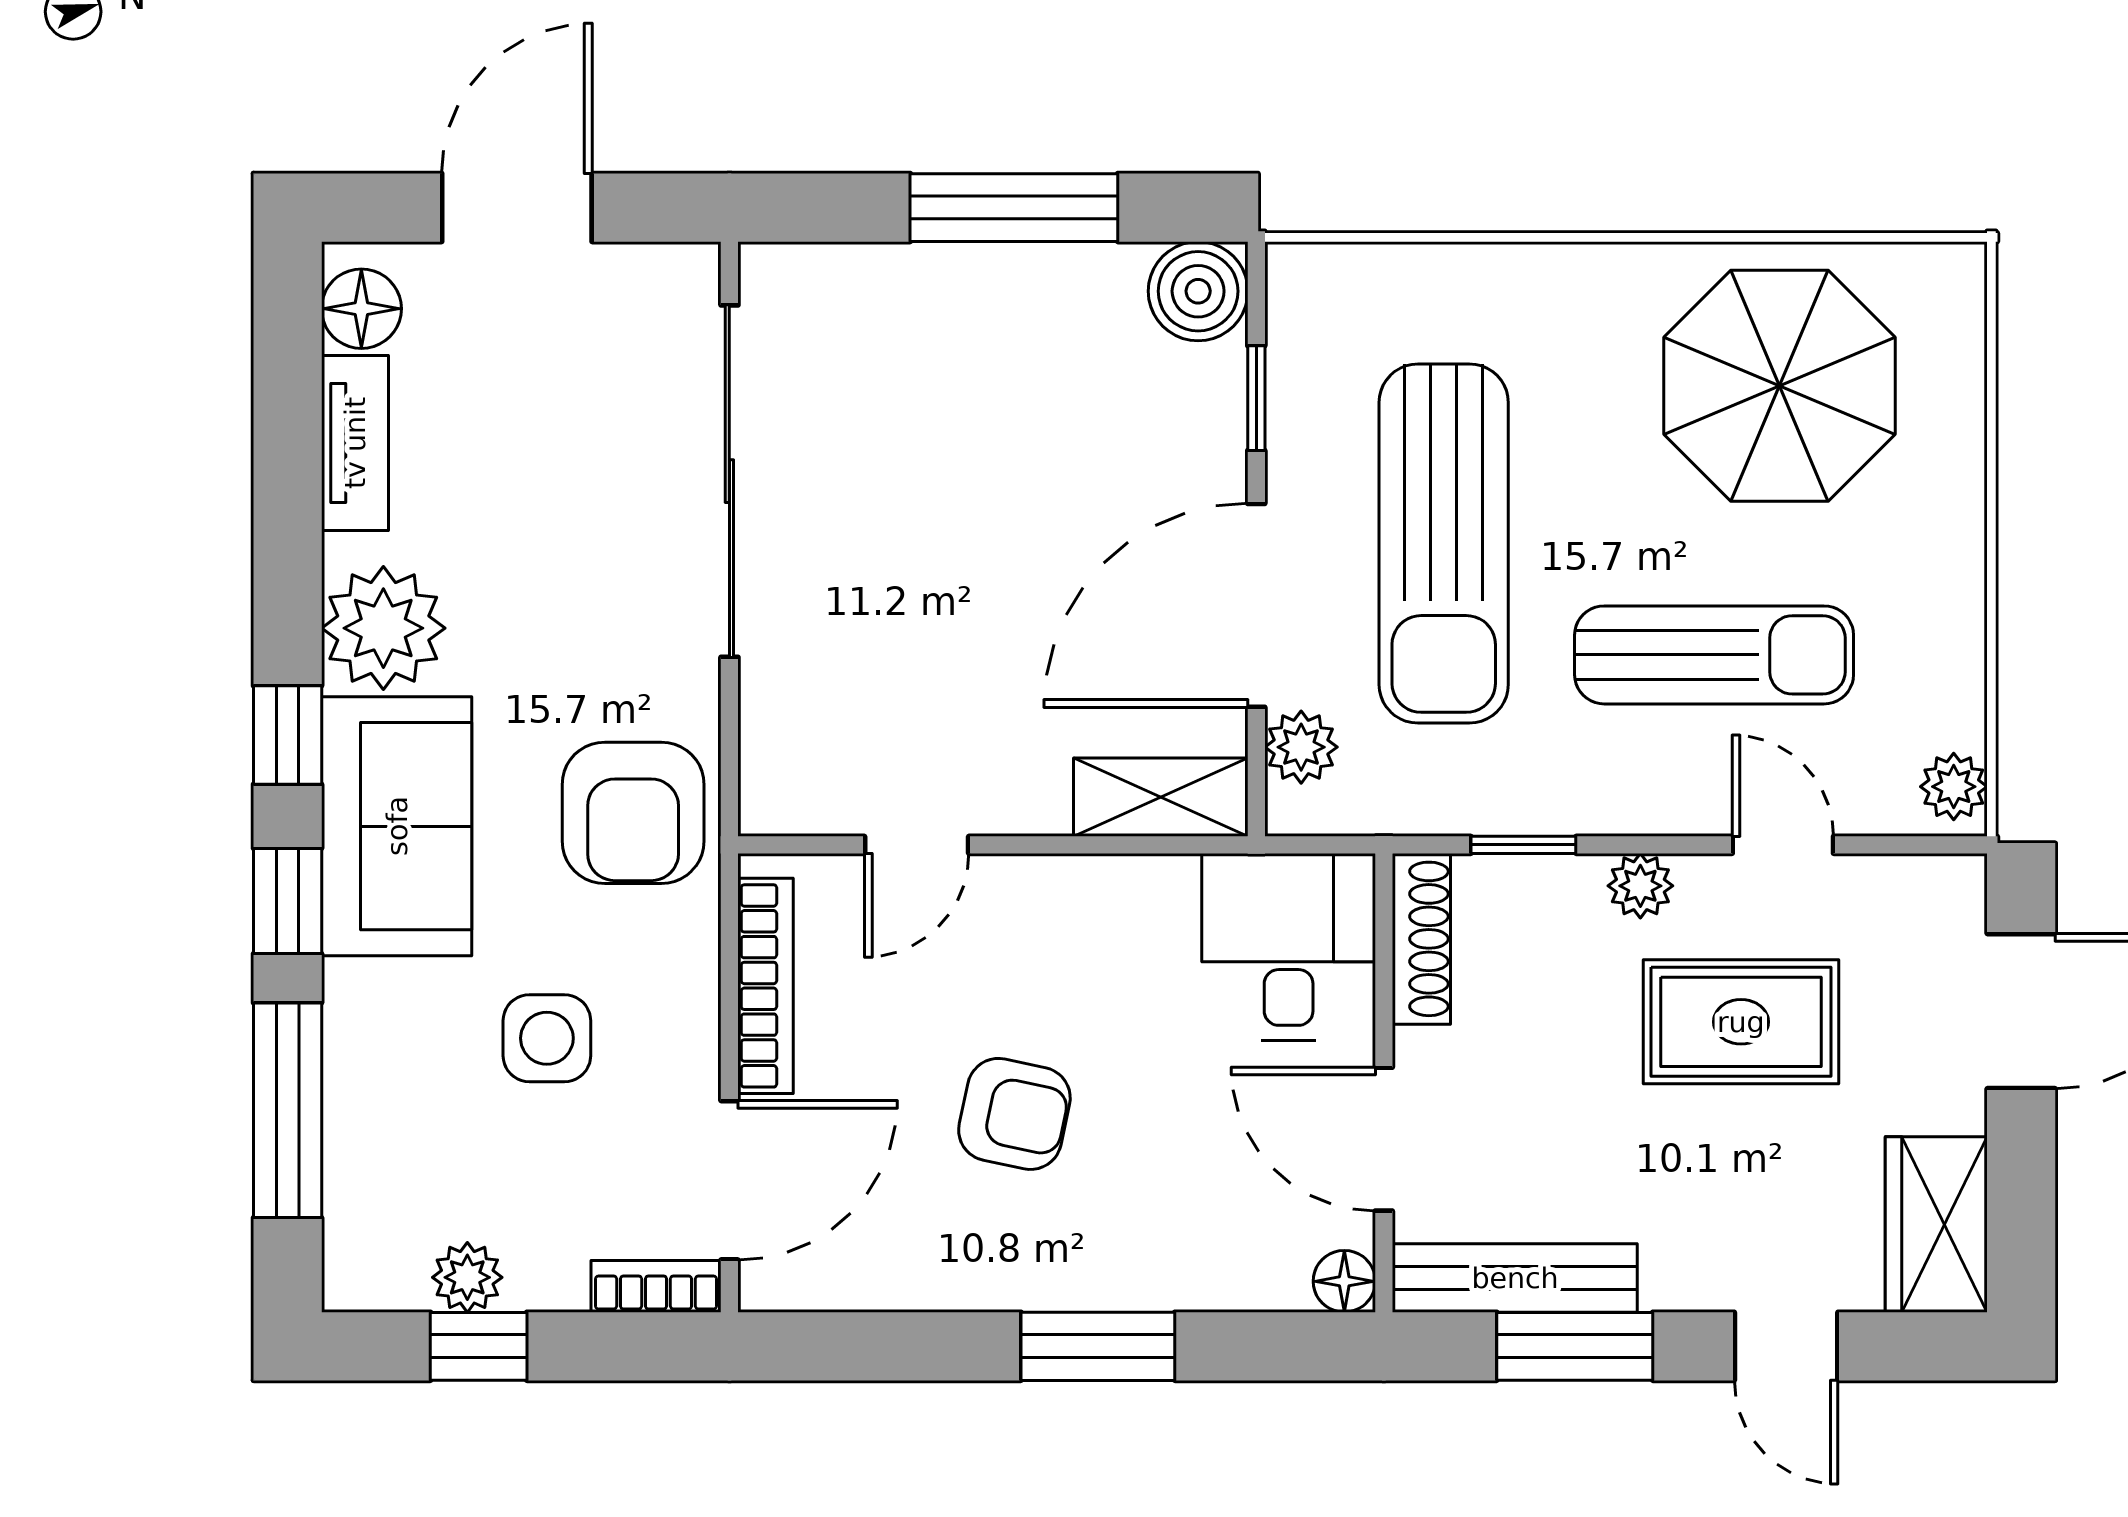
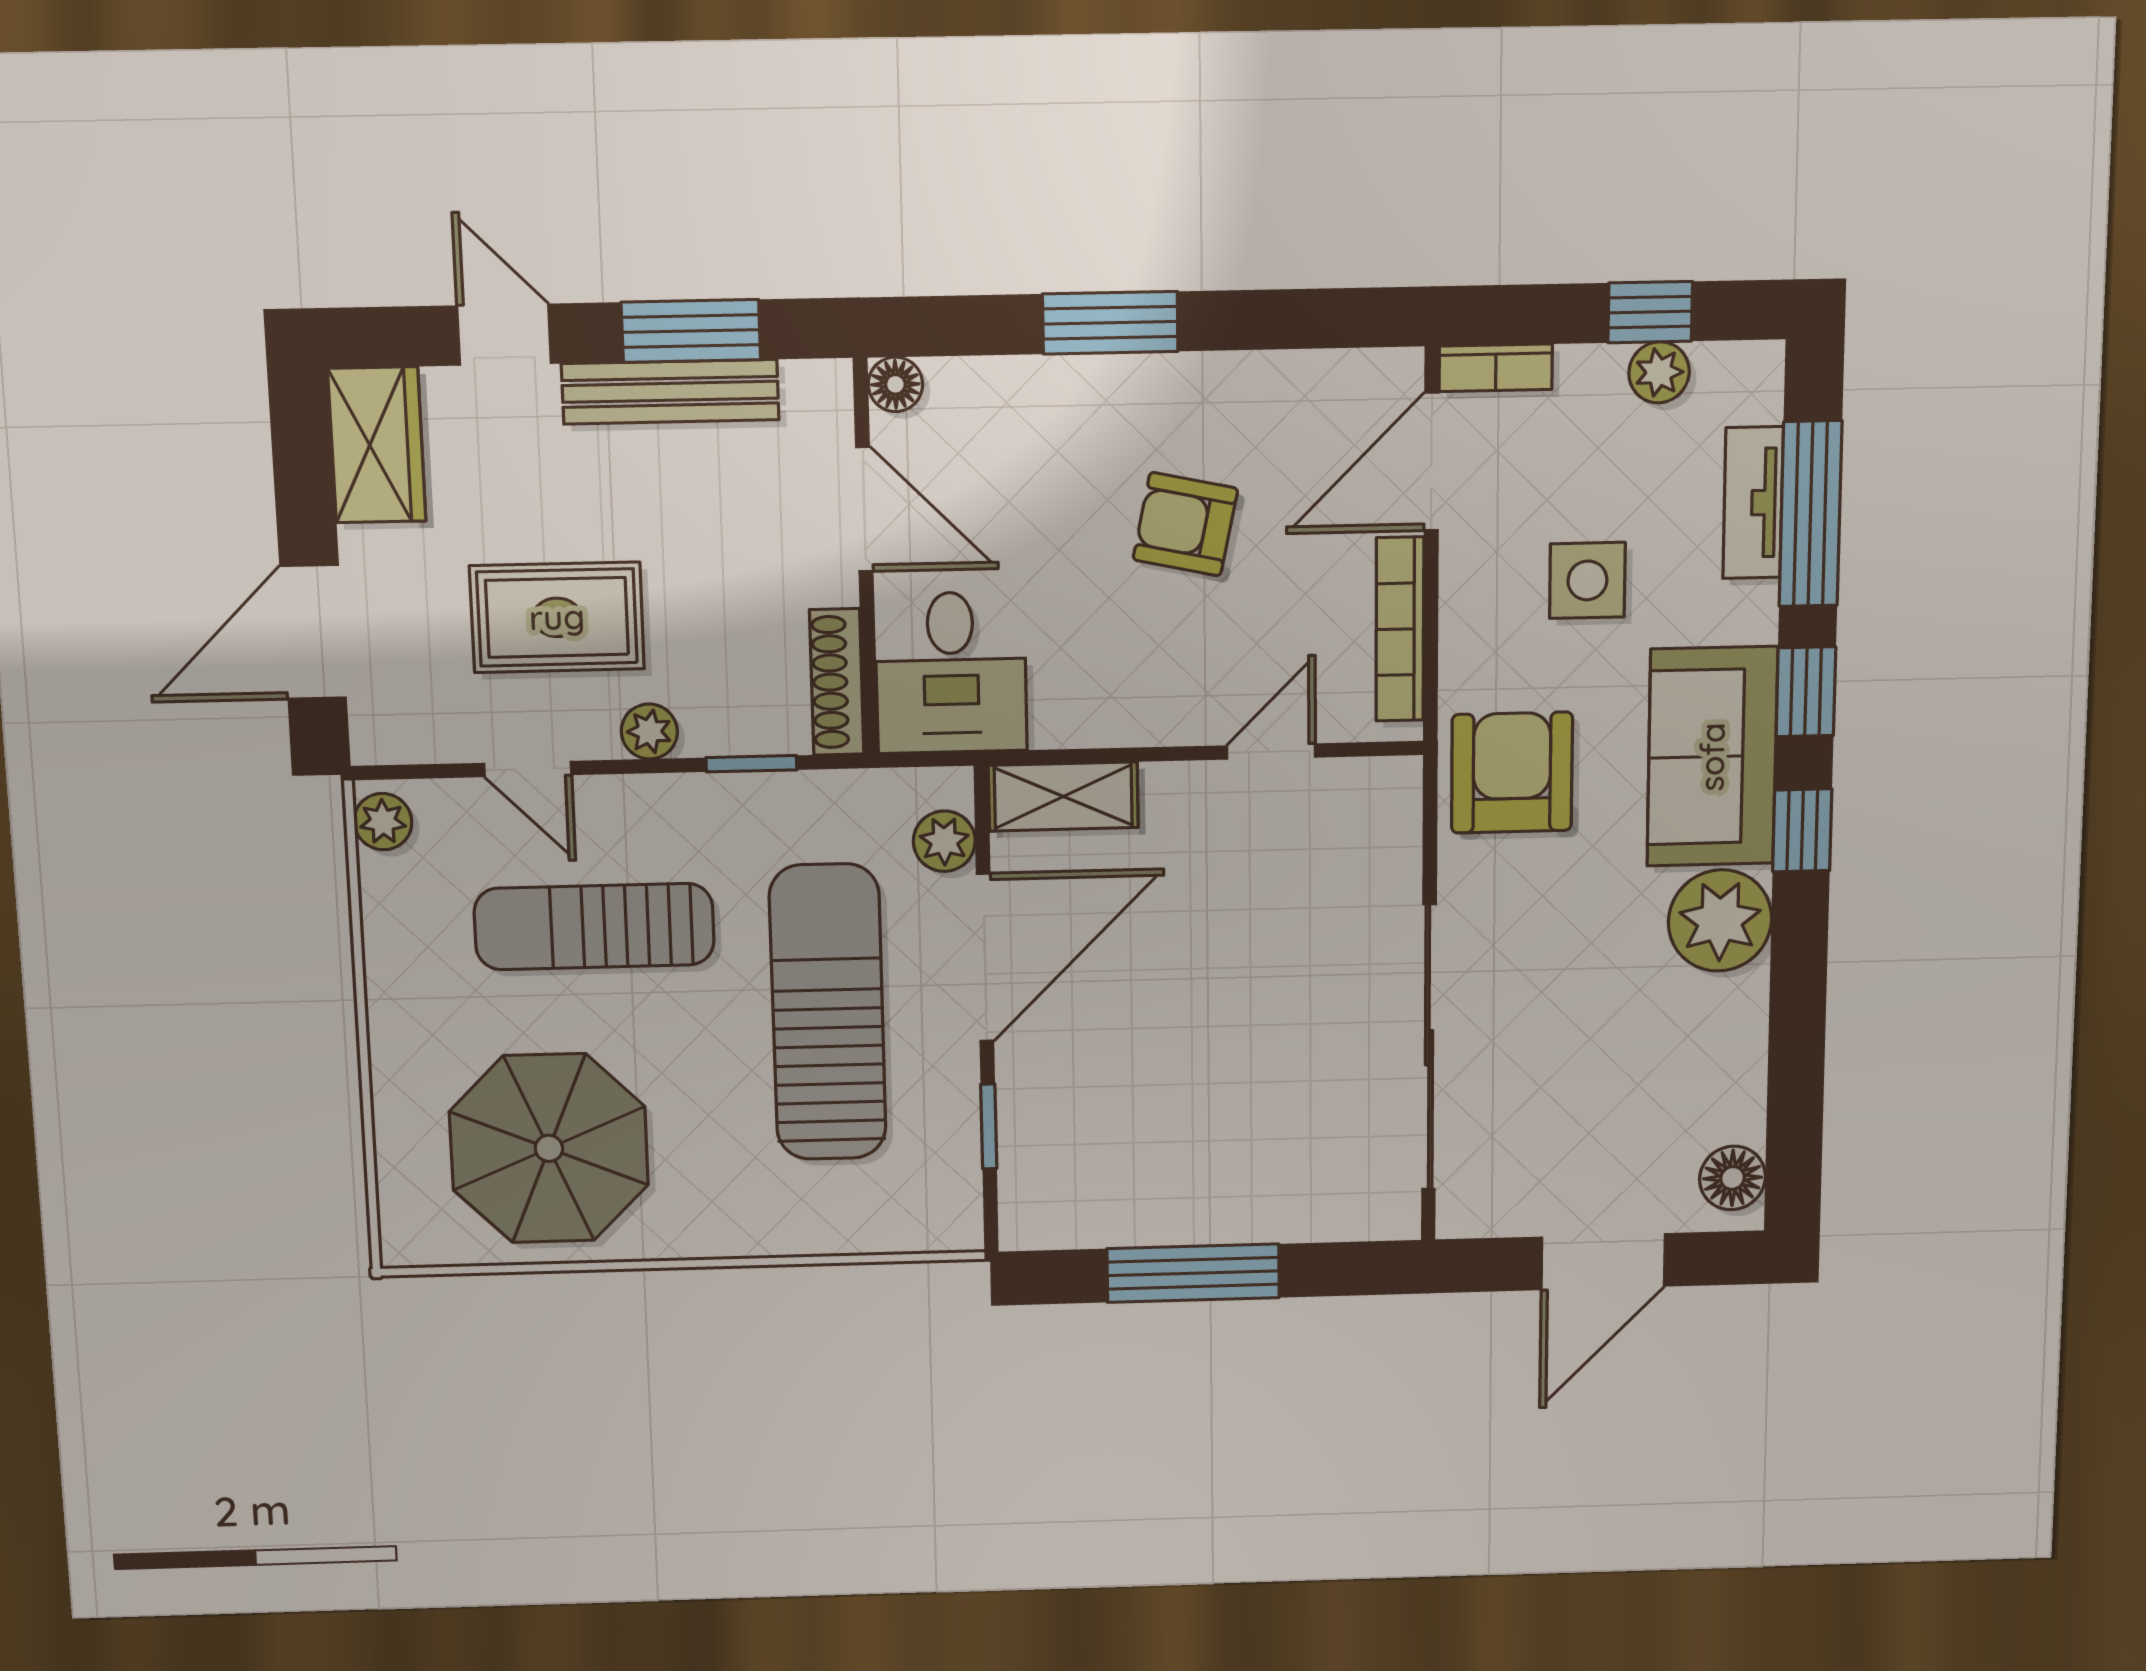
boiler: (1198, 291) -> (1039, 1211), removed
tv unit: (355, 443) -> (1753, 503), moved
bench: (1515, 1278) -> (670, 392), moved

